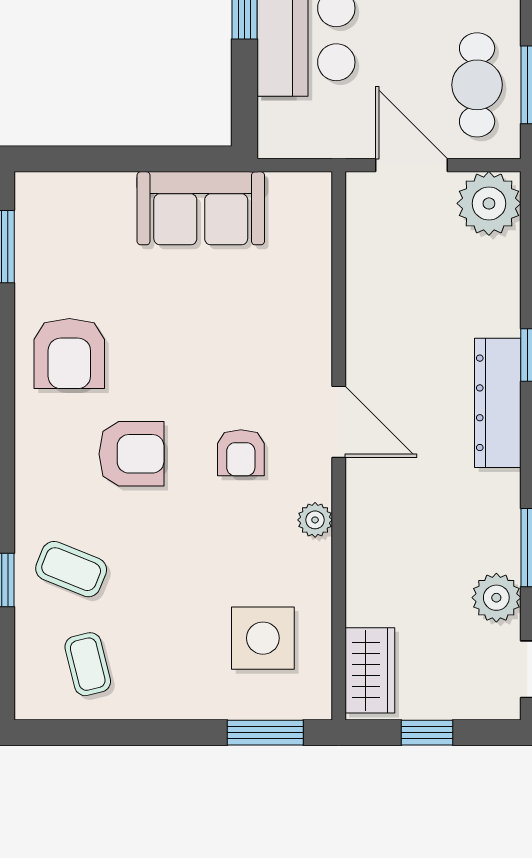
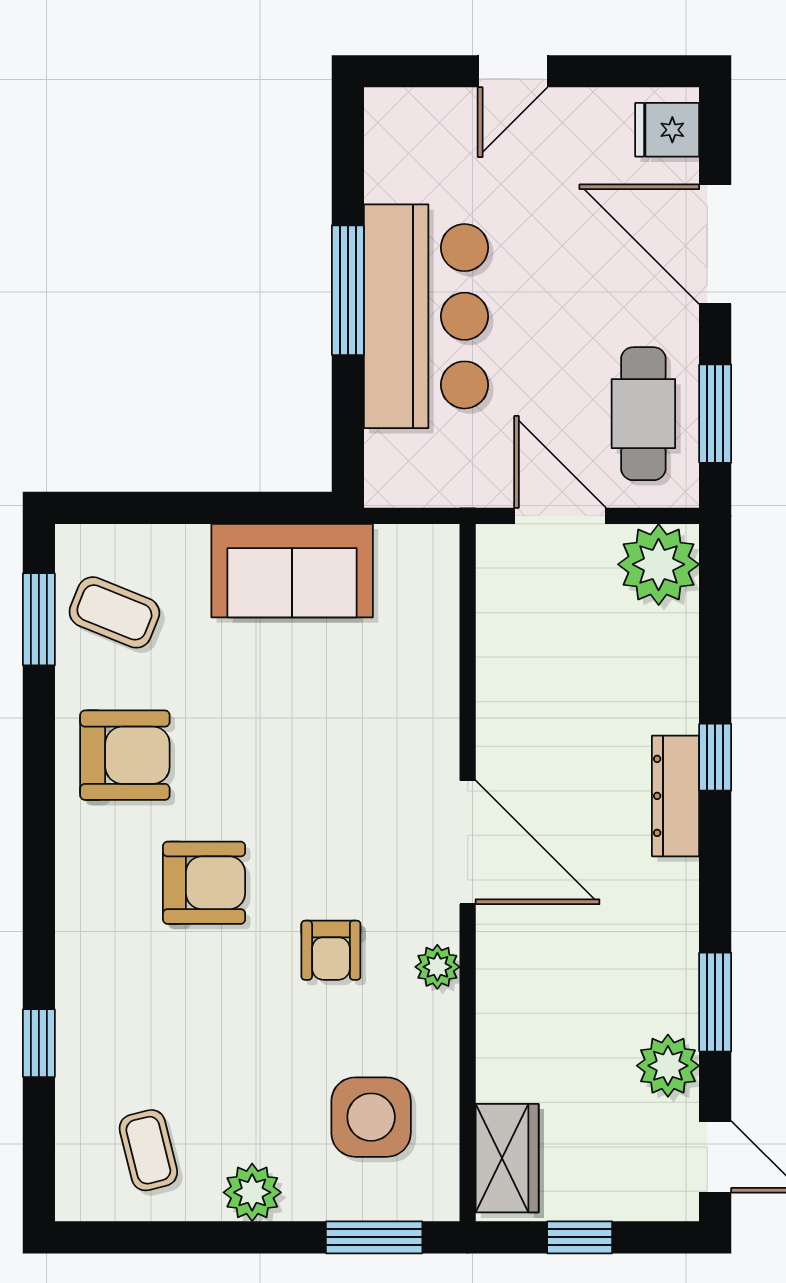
armchair: (69, 353) -> (125, 755), turned -90
dresser: (498, 403) -> (676, 796), width x0.73, depth x0.80
door: (339, 422) -> (468, 842), width x1.36
armchair: (241, 453) -> (331, 950), moved
coffee table: (71, 569) -> (114, 612), moved
plant: (169, 697) -> (252, 1192), added

